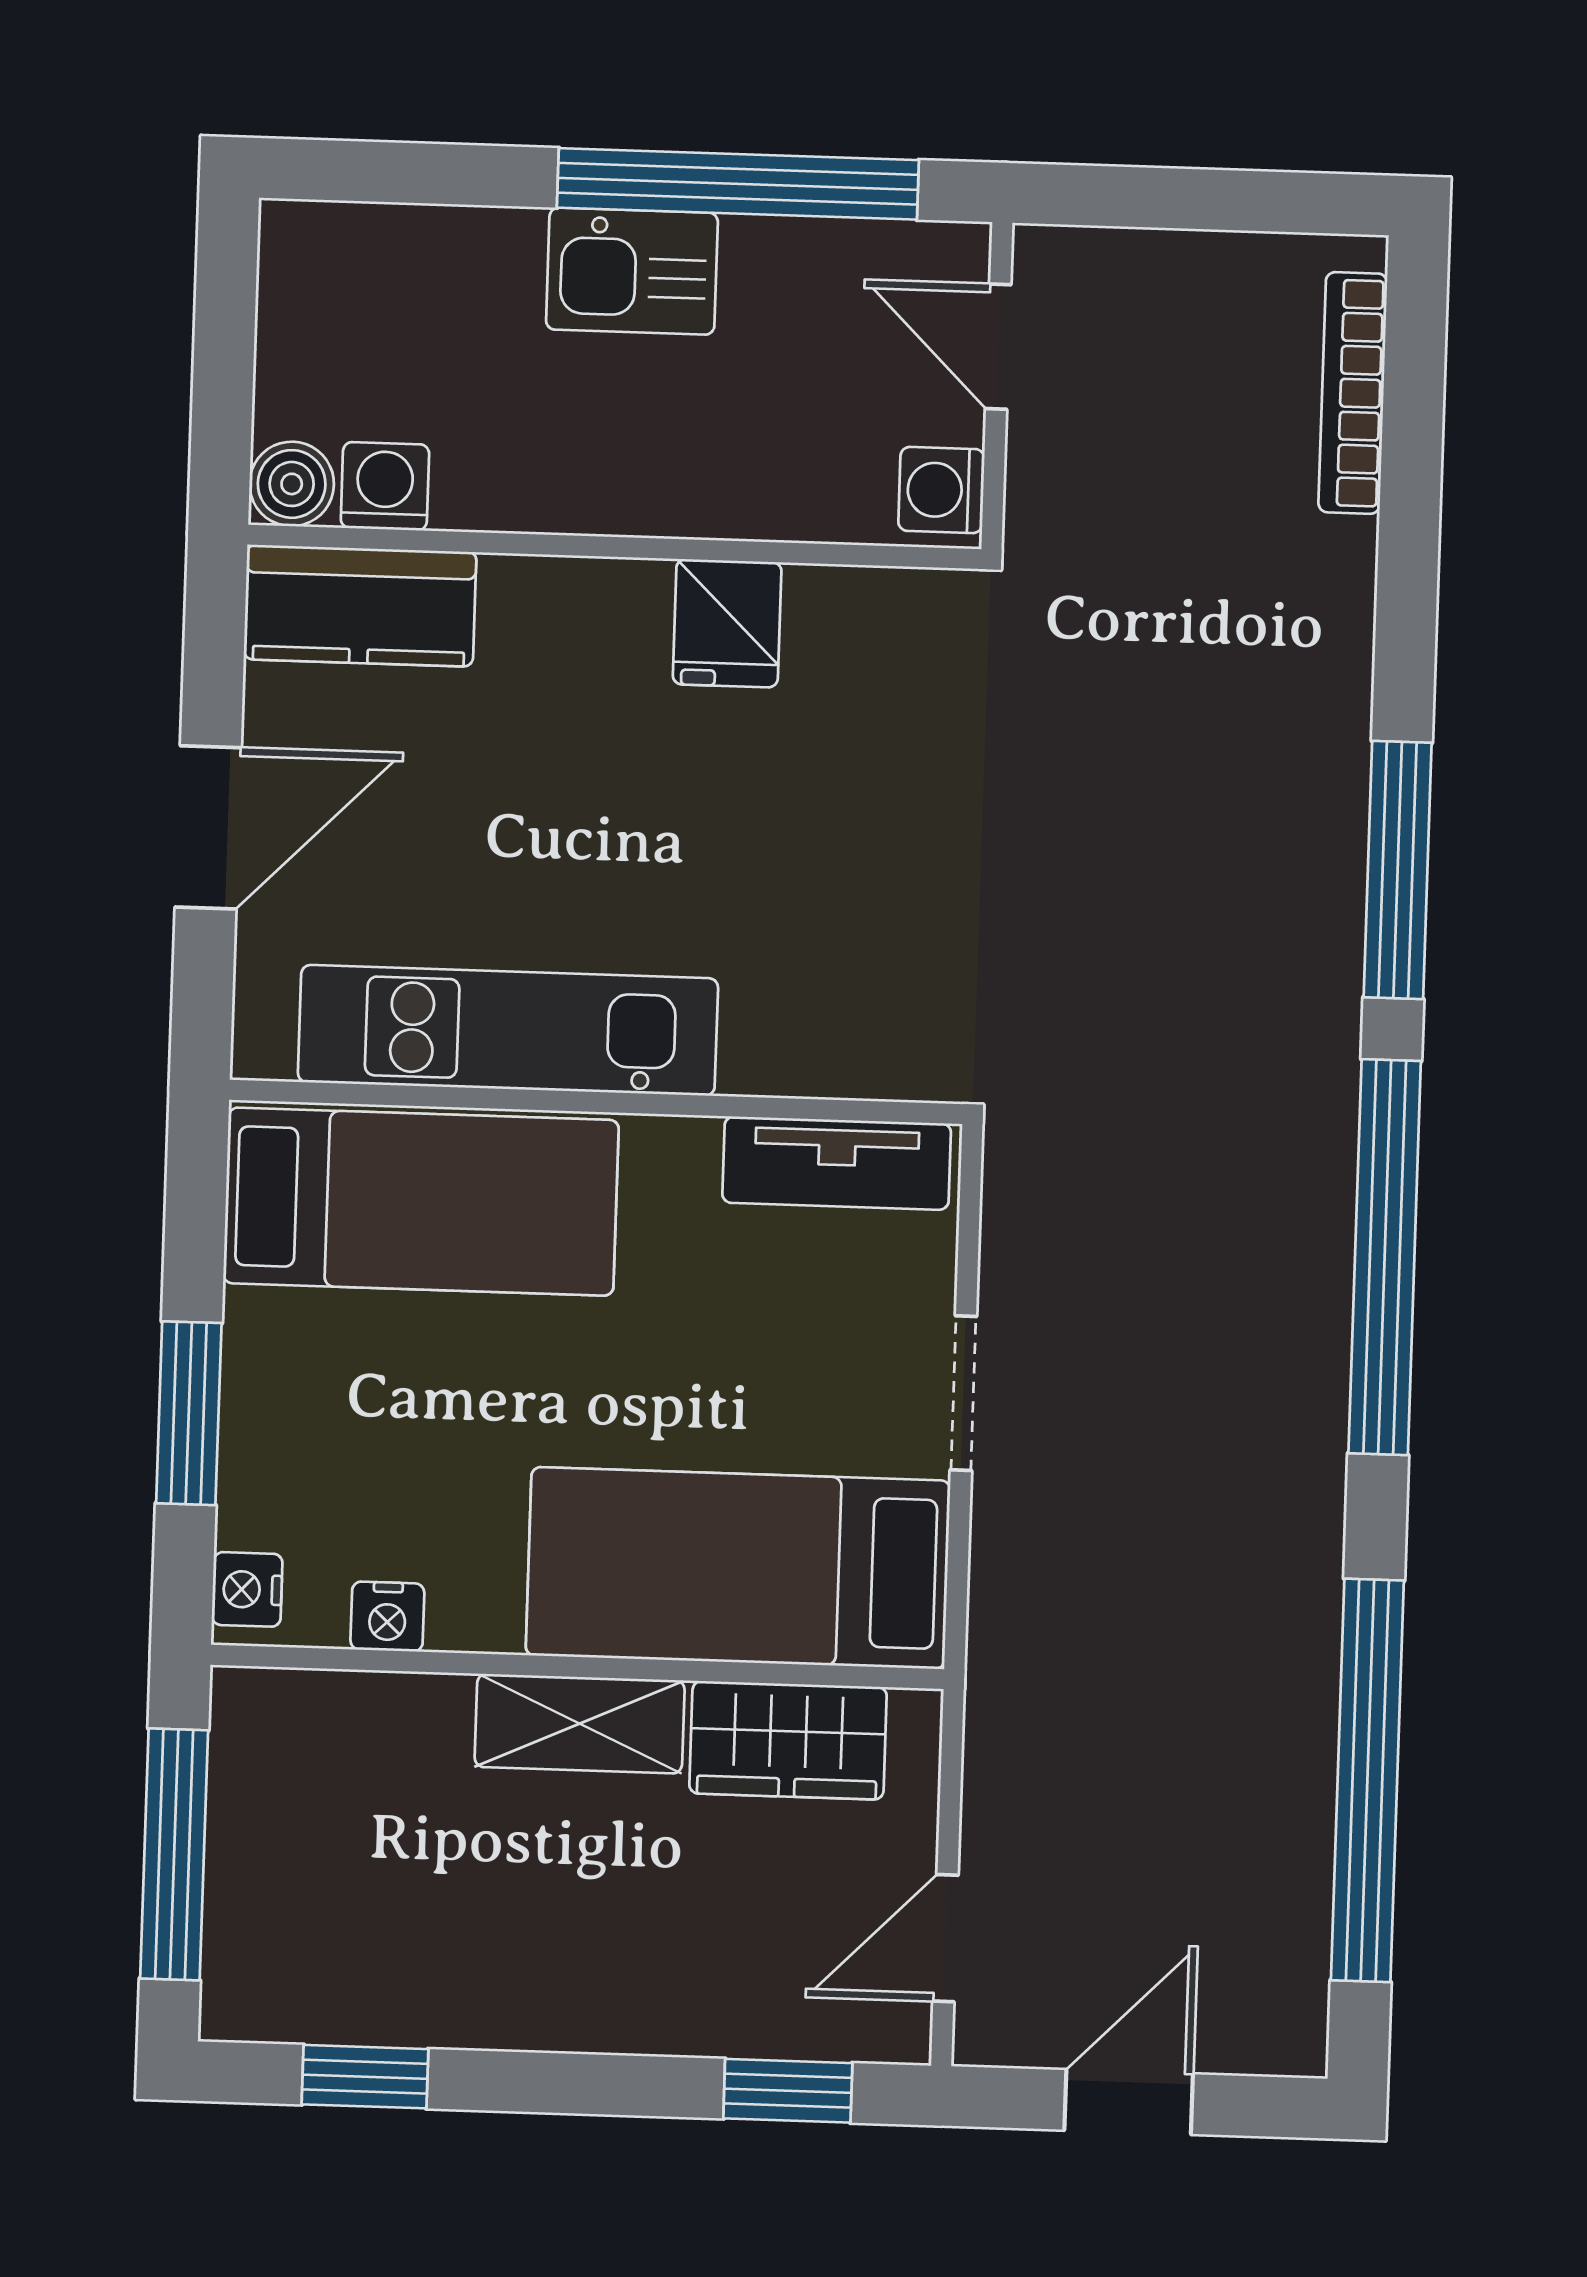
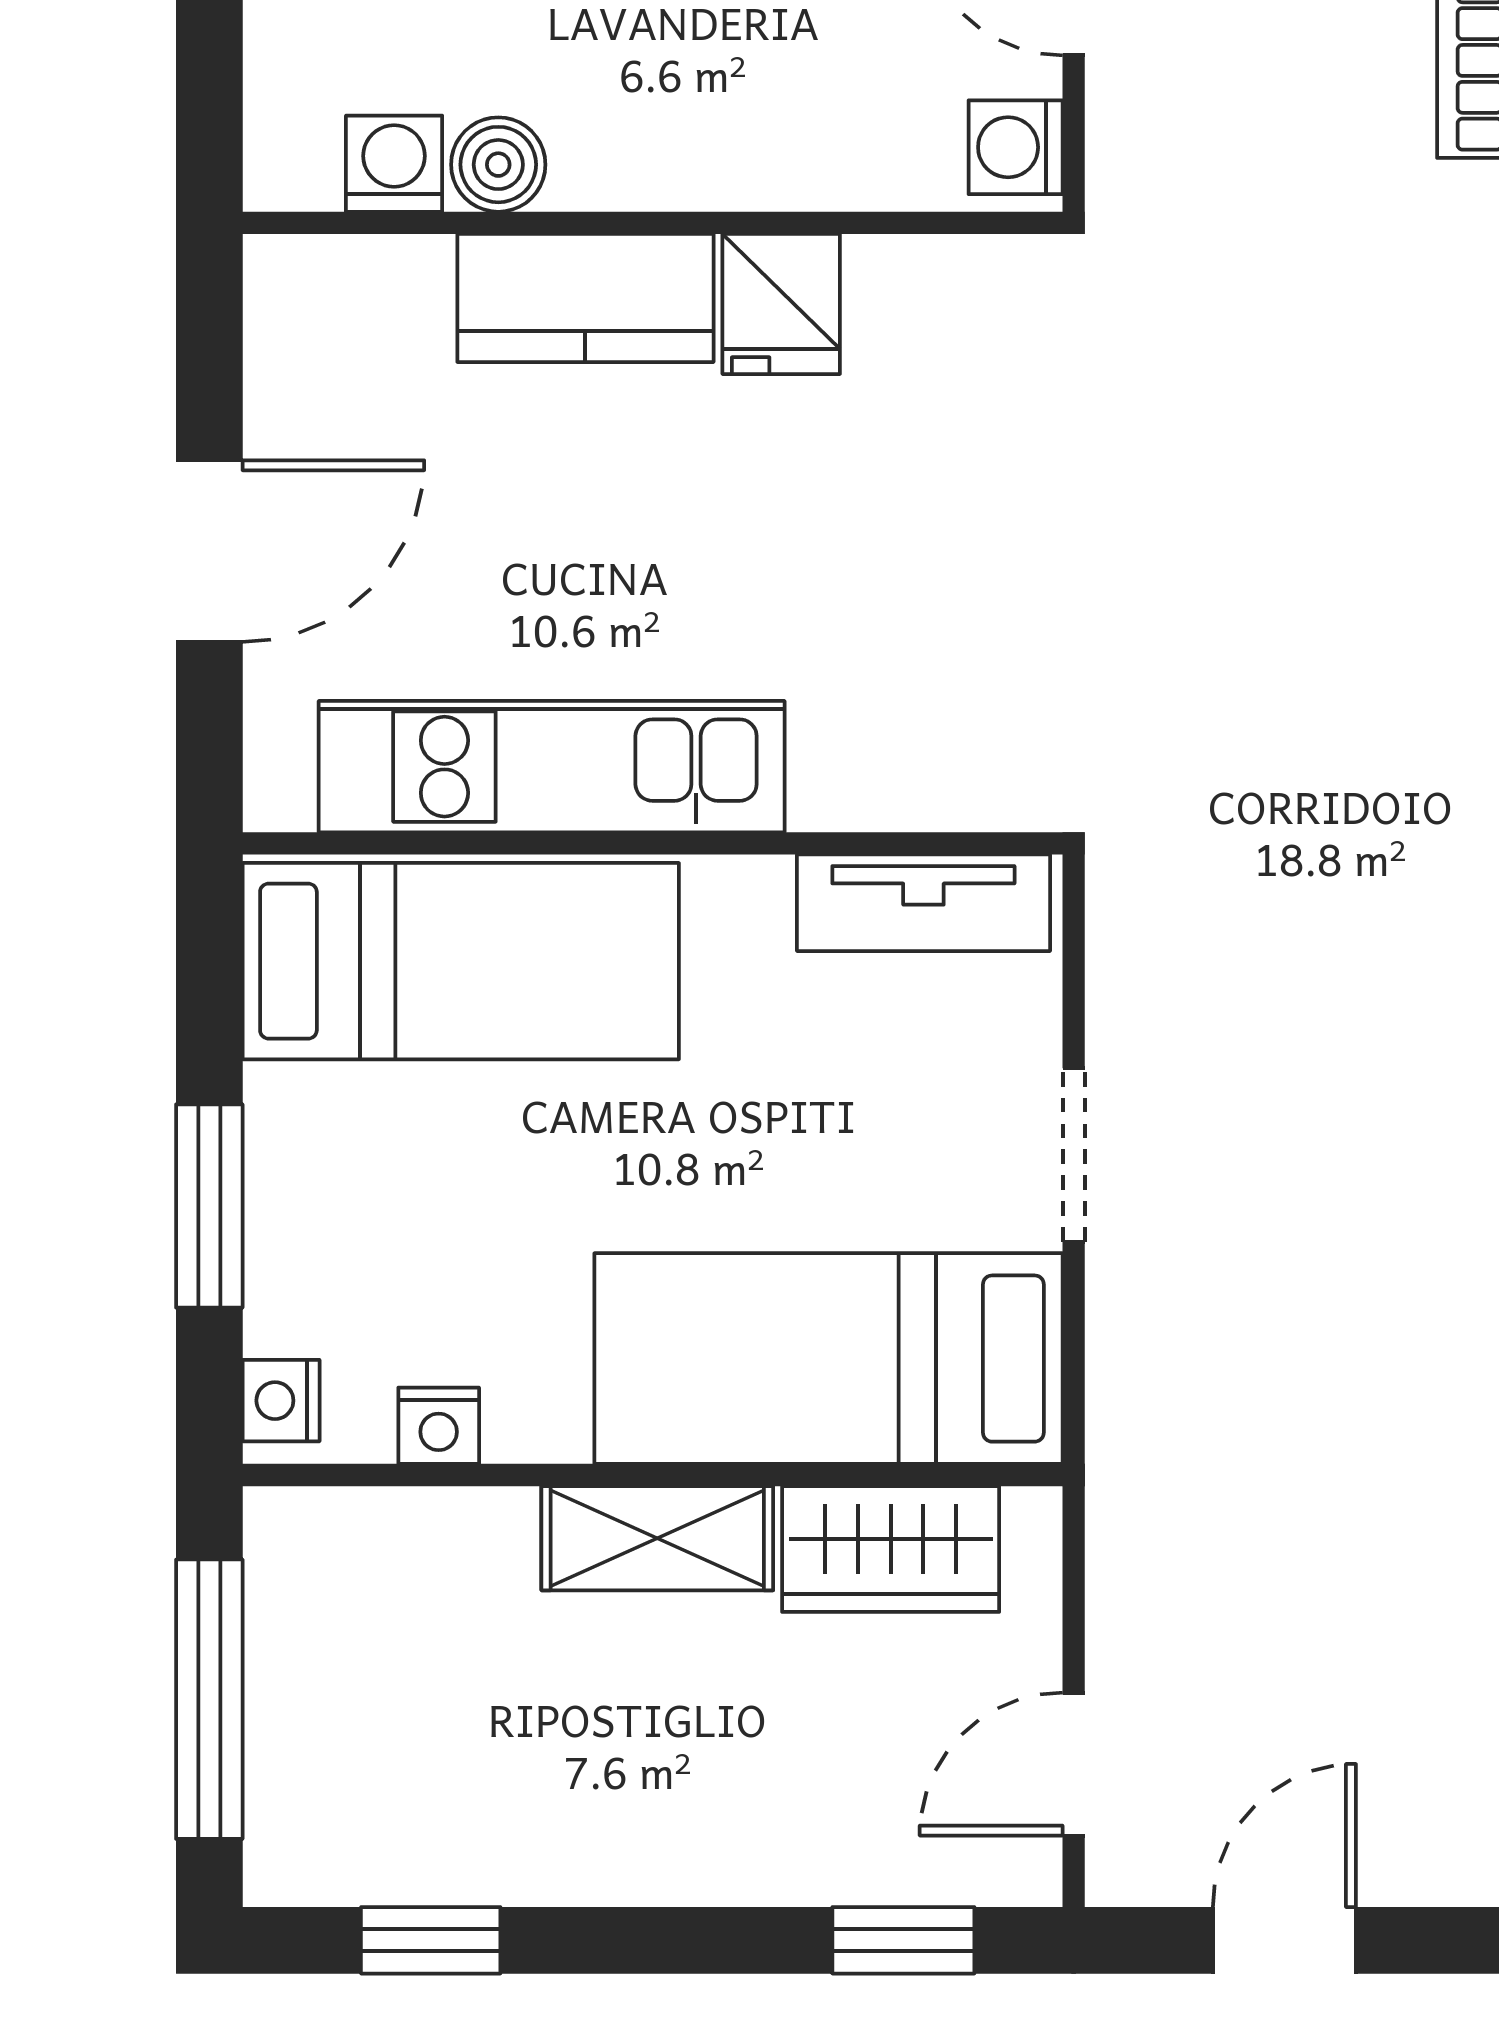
boiler: (292, 484) -> (498, 165), moved
kitchen counter: (360, 606) -> (585, 298), moved

